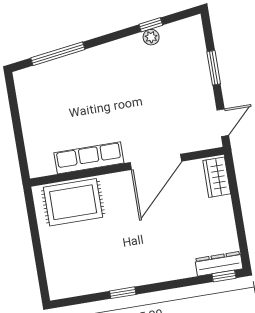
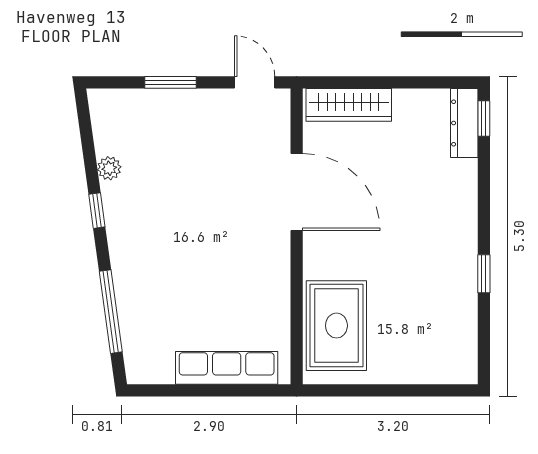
window: (151, 25) -> (97, 211), moved
row of seats: (89, 158) -> (227, 368), moved, turned 90
wardrobe: (217, 177) -> (349, 105), width x1.50

